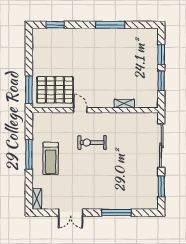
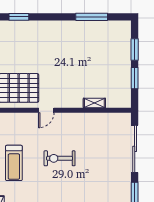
window: (110, 25) -> (92, 17), moved
door: (80, 110) -> (46, 110), swing flipped
exercise bike: (92, 143) -> (60, 158), moved

